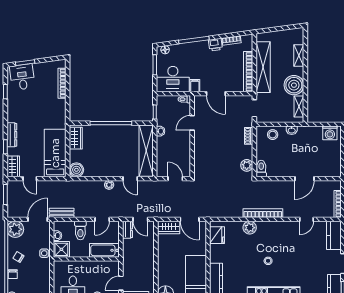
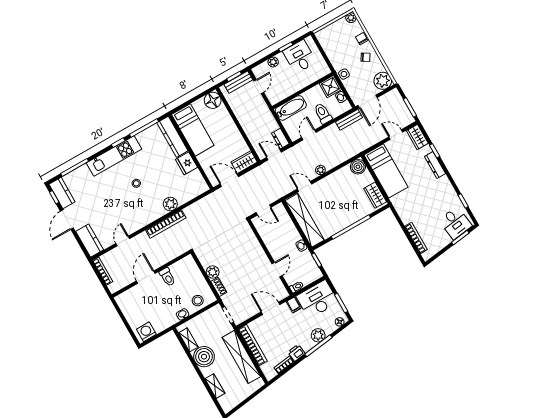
plant: (189, 49) -> (318, 335), added
plant: (247, 165) -> (213, 272), moved
toilet: (261, 169) -> (167, 277), moved
fridge: (217, 235) -> (186, 163), moved

